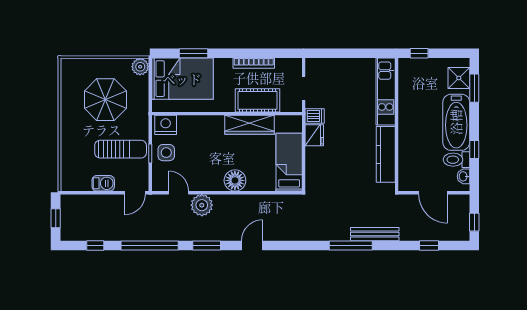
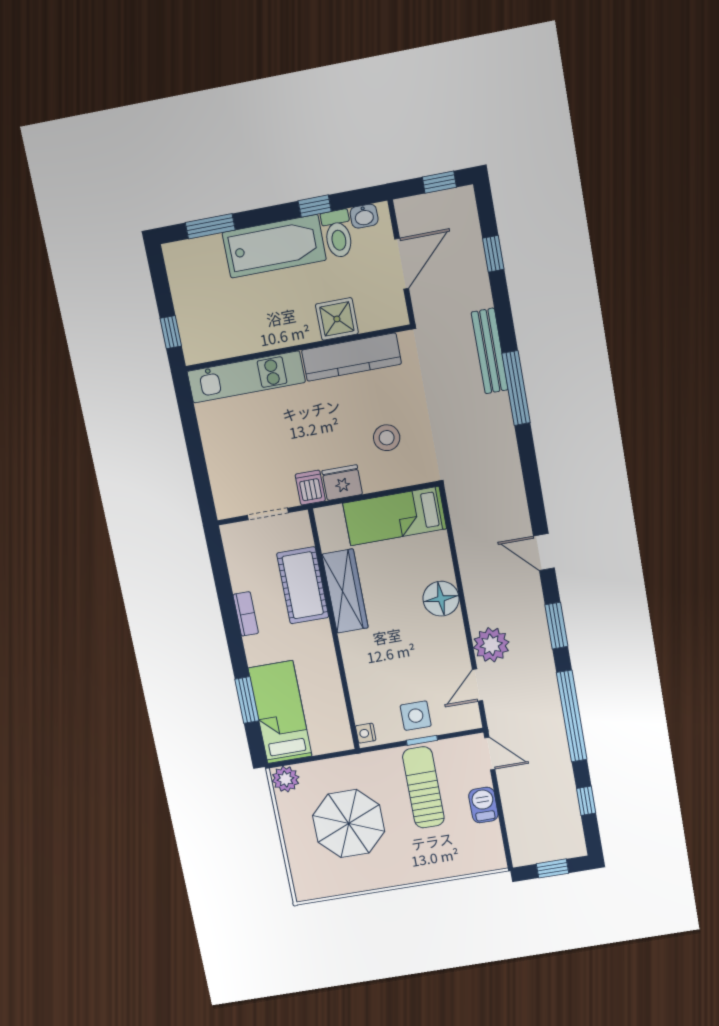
bookcase: (254, 63) -> (246, 614), width x0.64
shower: (459, 78) -> (337, 319), moved
bed: (182, 79) -> (280, 712), width x0.67
nightstand: (166, 125) -> (366, 733), width x0.53, depth x0.56
stool: (336, 166) -> (387, 438), added

